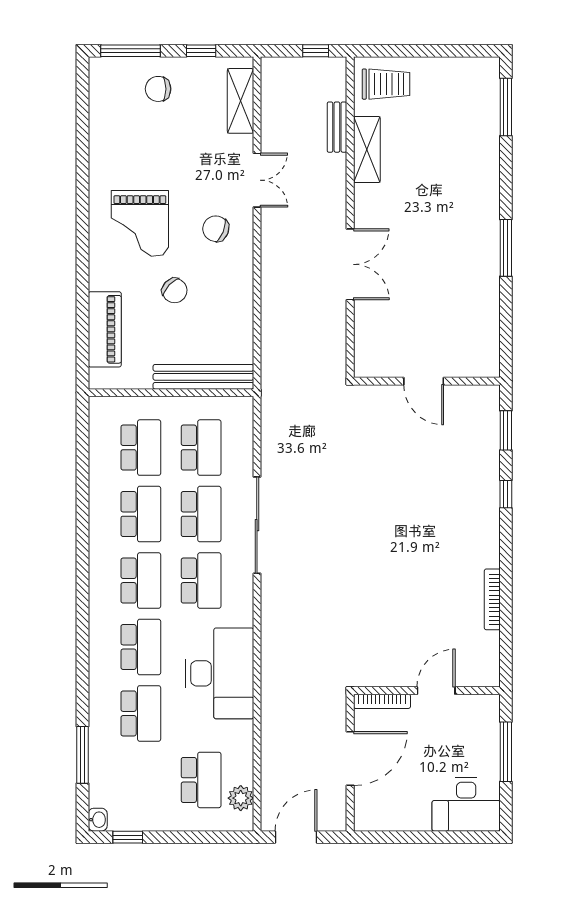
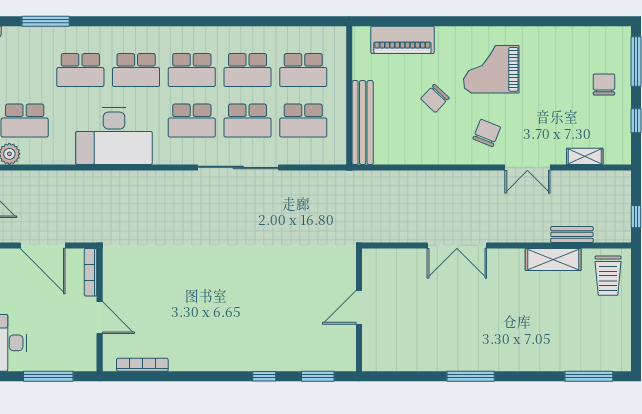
shelving: (240, 101) -> (585, 156), width x0.67, depth x0.75
bookcase: (492, 599) -> (142, 365), moved

